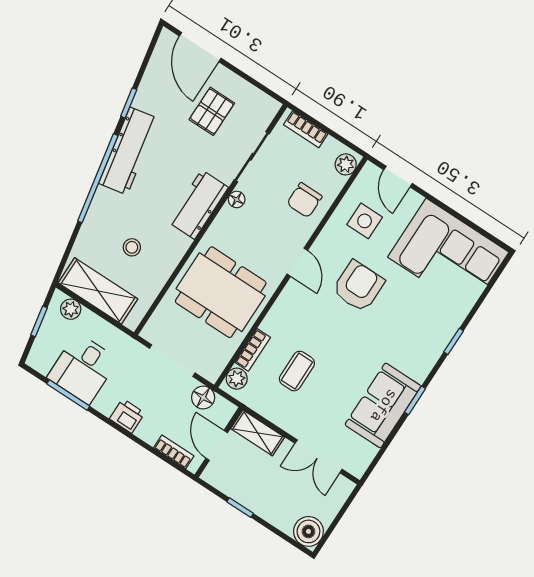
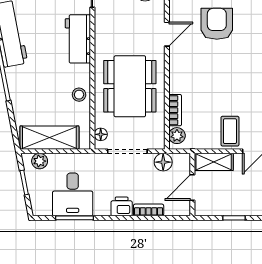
floor lamp: (237, 199) -> (101, 134), moved
stool: (132, 247) -> (79, 95), moved
door: (297, 262) -> (167, 34), hinge flipped
dining table: (221, 292) -> (130, 86), turned 90
coffee table: (297, 371) -> (230, 131), moved
door: (217, 445) -> (192, 188), hinge flipped
bookcase: (174, 452) -> (149, 210), moved

